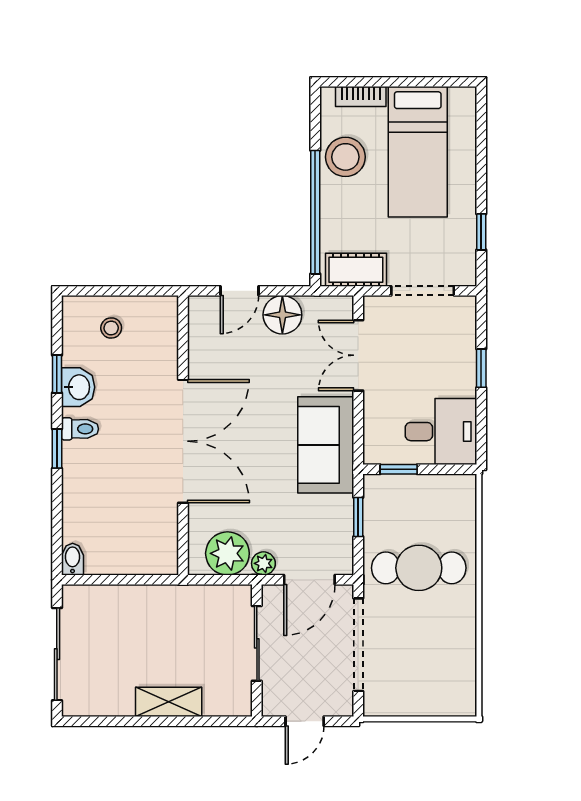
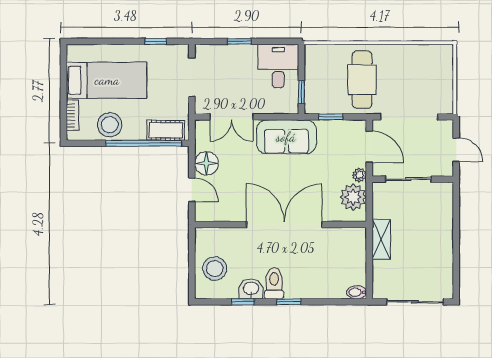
cot: (356, 270) -> (166, 130), moved, turned 90
stool: (111, 328) -> (215, 269), width x1.89, depth x1.89
toilet: (80, 429) -> (274, 283), width x1.37, depth x1.39
shelving: (169, 702) -> (381, 239), moved

